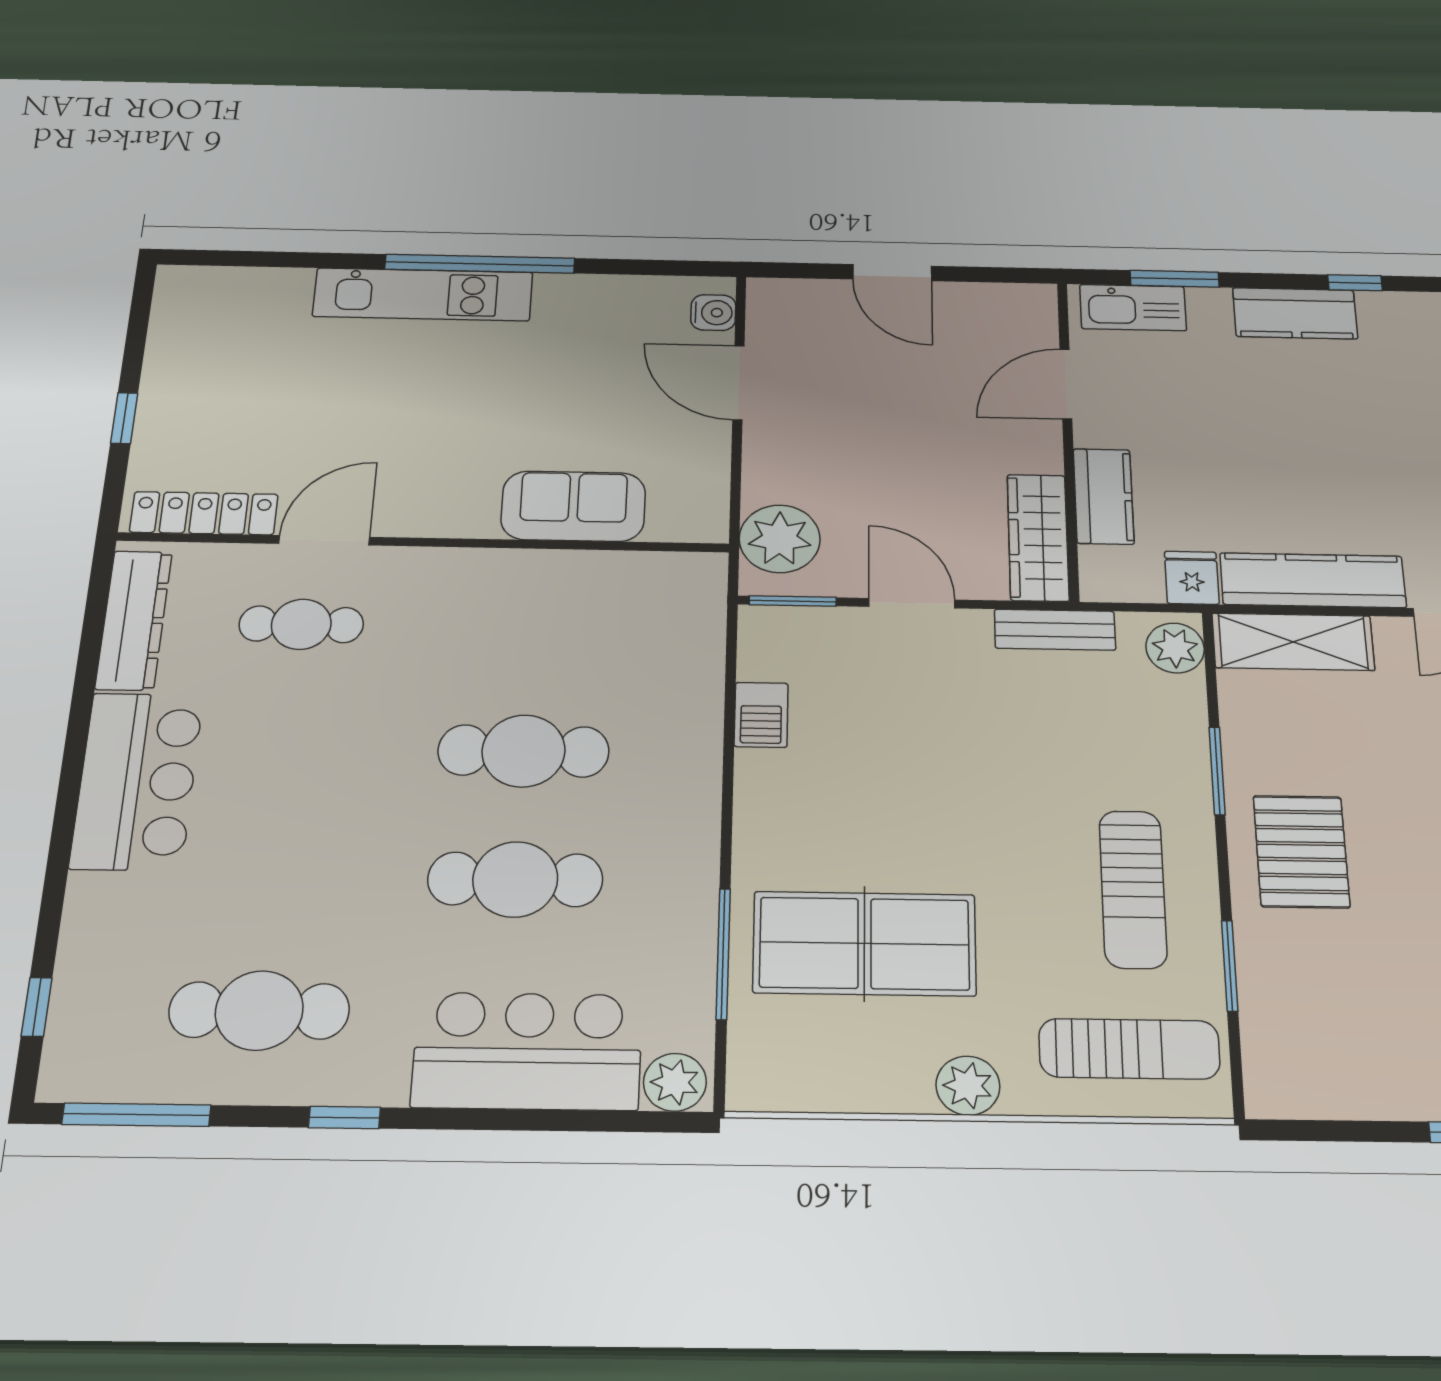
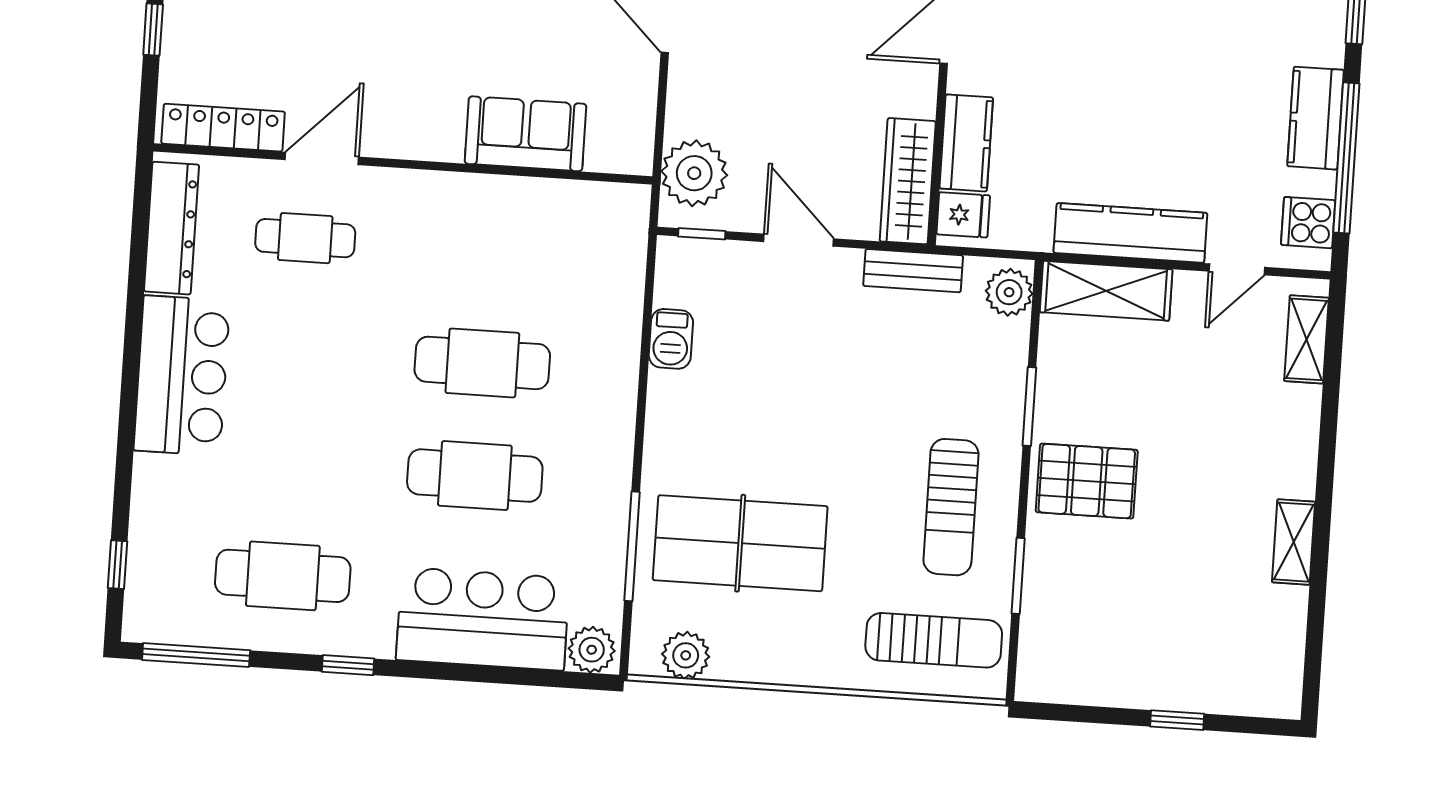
fridge: (1192, 578) -> (963, 215), moved, turned 90
window: (793, 601) -> (702, 234), width x0.67
pallet: (1301, 851) -> (1087, 481), turned 90
plant: (968, 1086) -> (686, 655), moved

